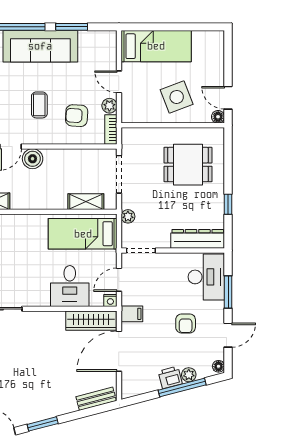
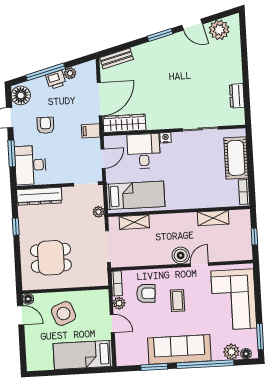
nightstand: (110, 301) -> (166, 138), moved
floor lamp: (218, 366) -> (21, 95), width x1.89, depth x1.89
plant: (189, 375) -> (70, 73), moved

